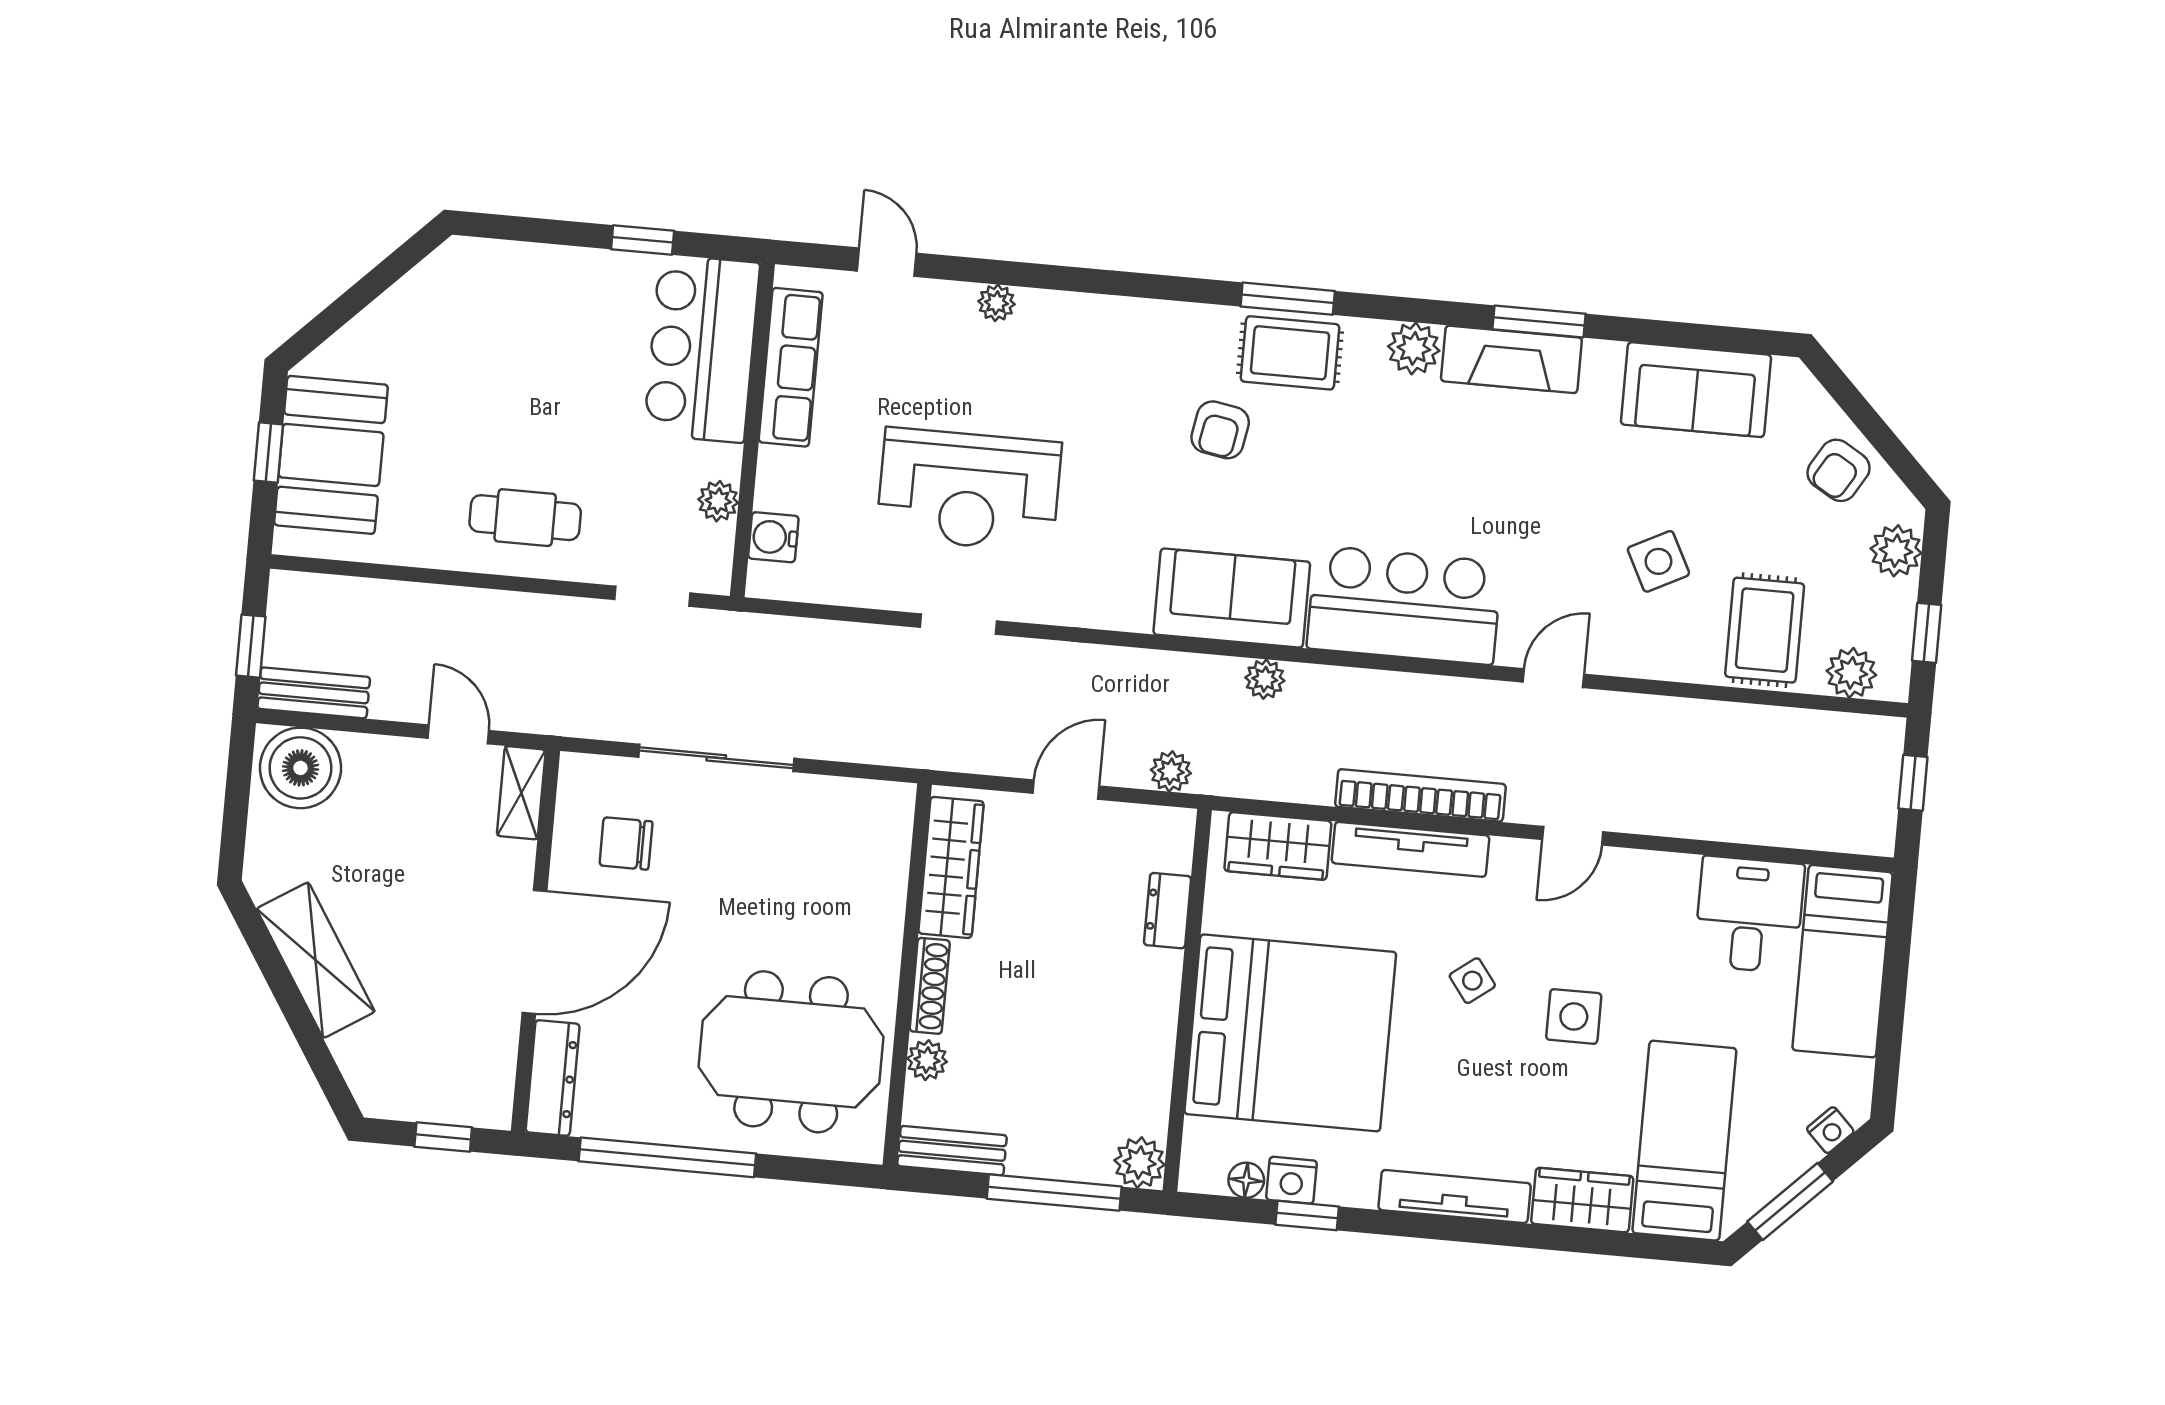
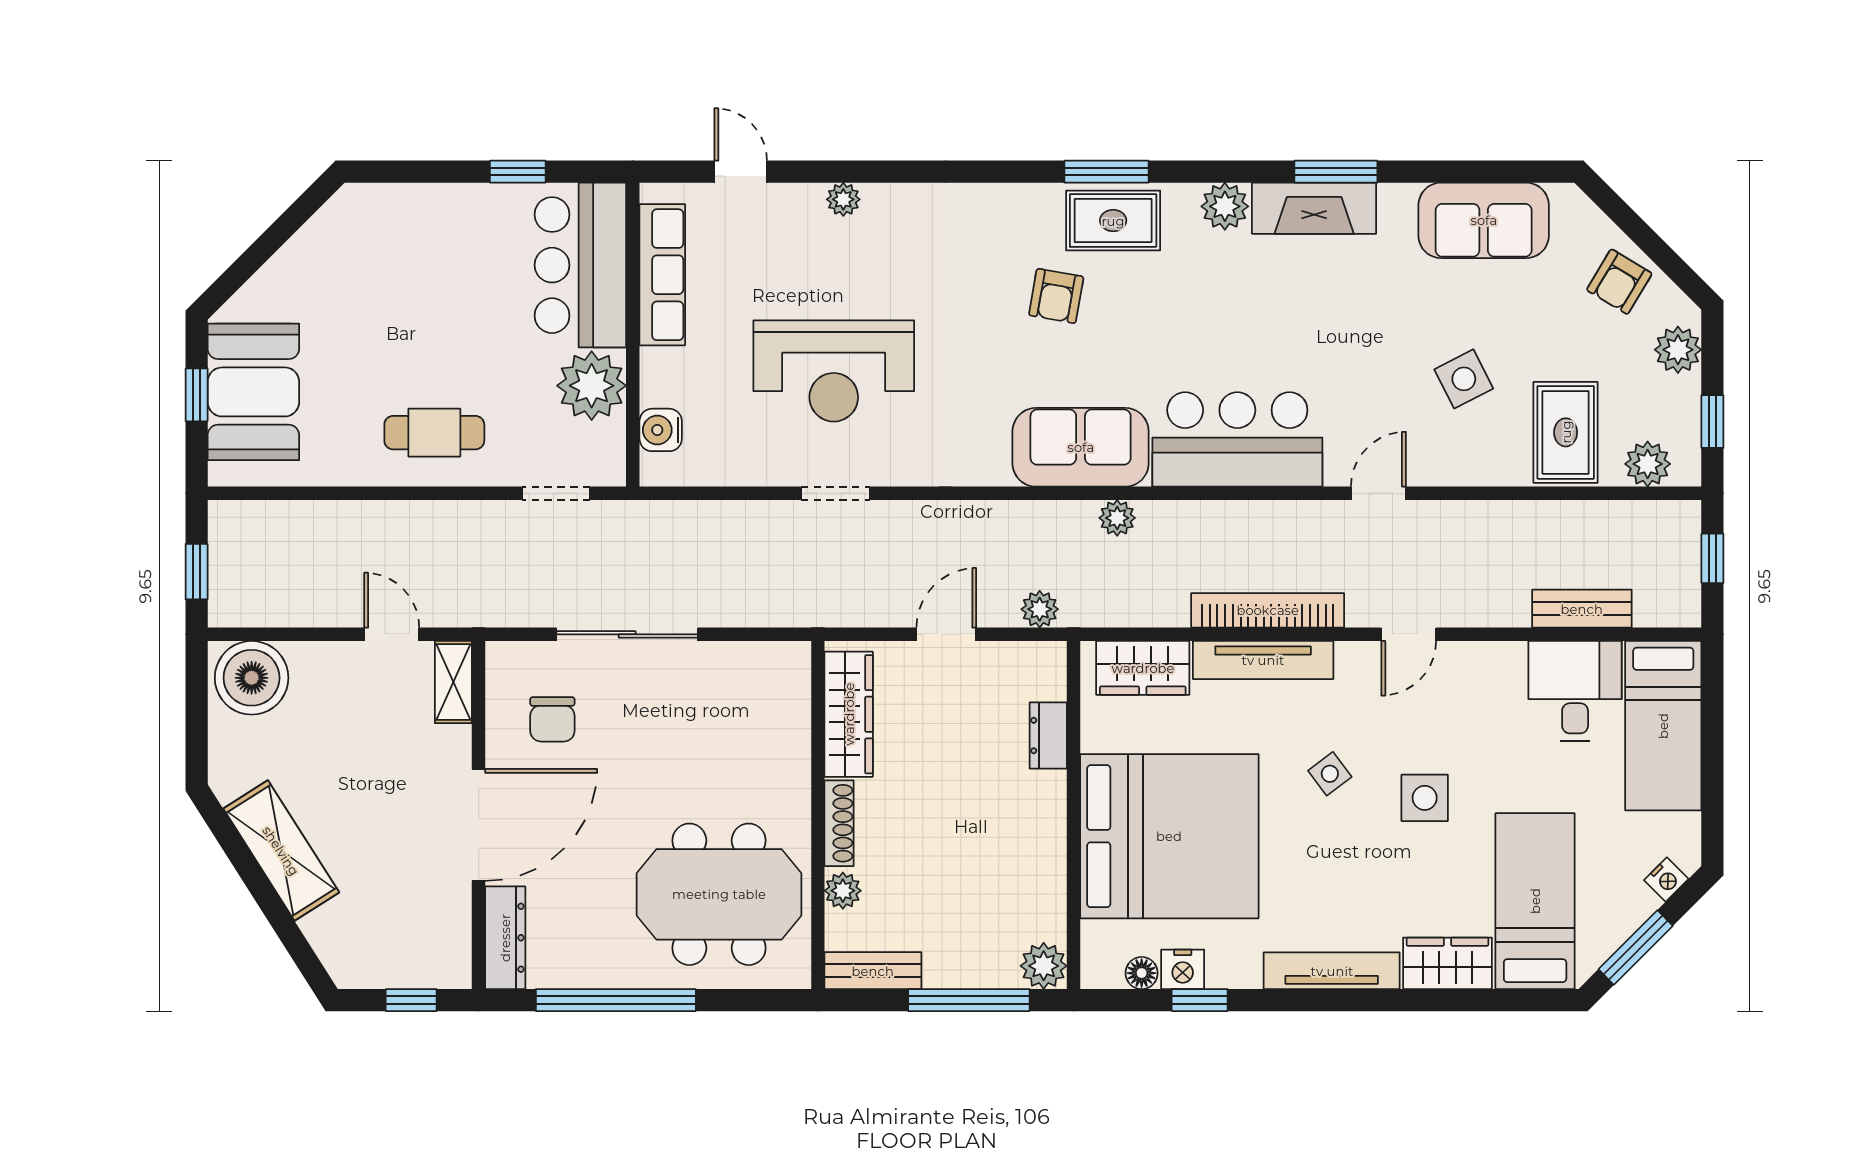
plant: (718, 501) -> (592, 386), width x1.87, depth x1.87
bench: (314, 693) -> (1582, 609), moved
chair: (626, 843) -> (552, 719), turned -90

